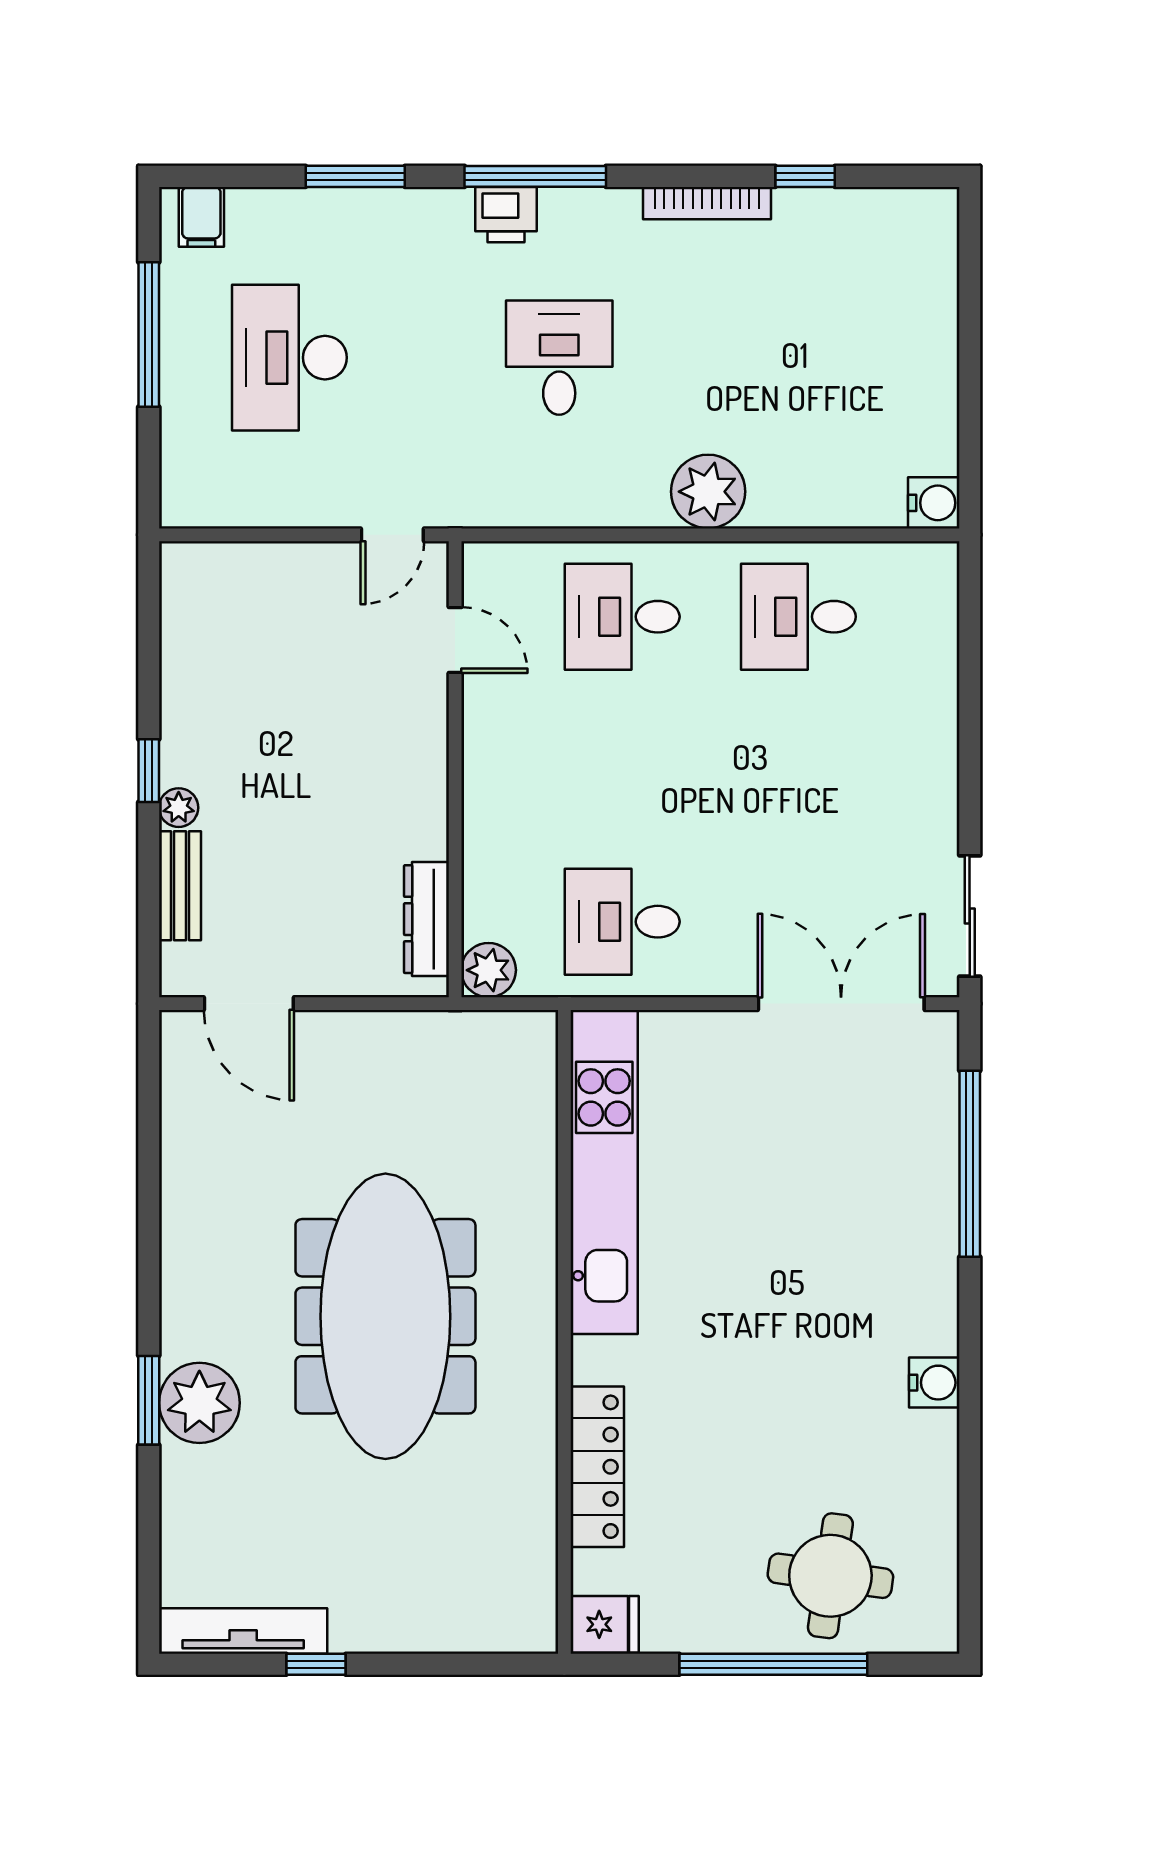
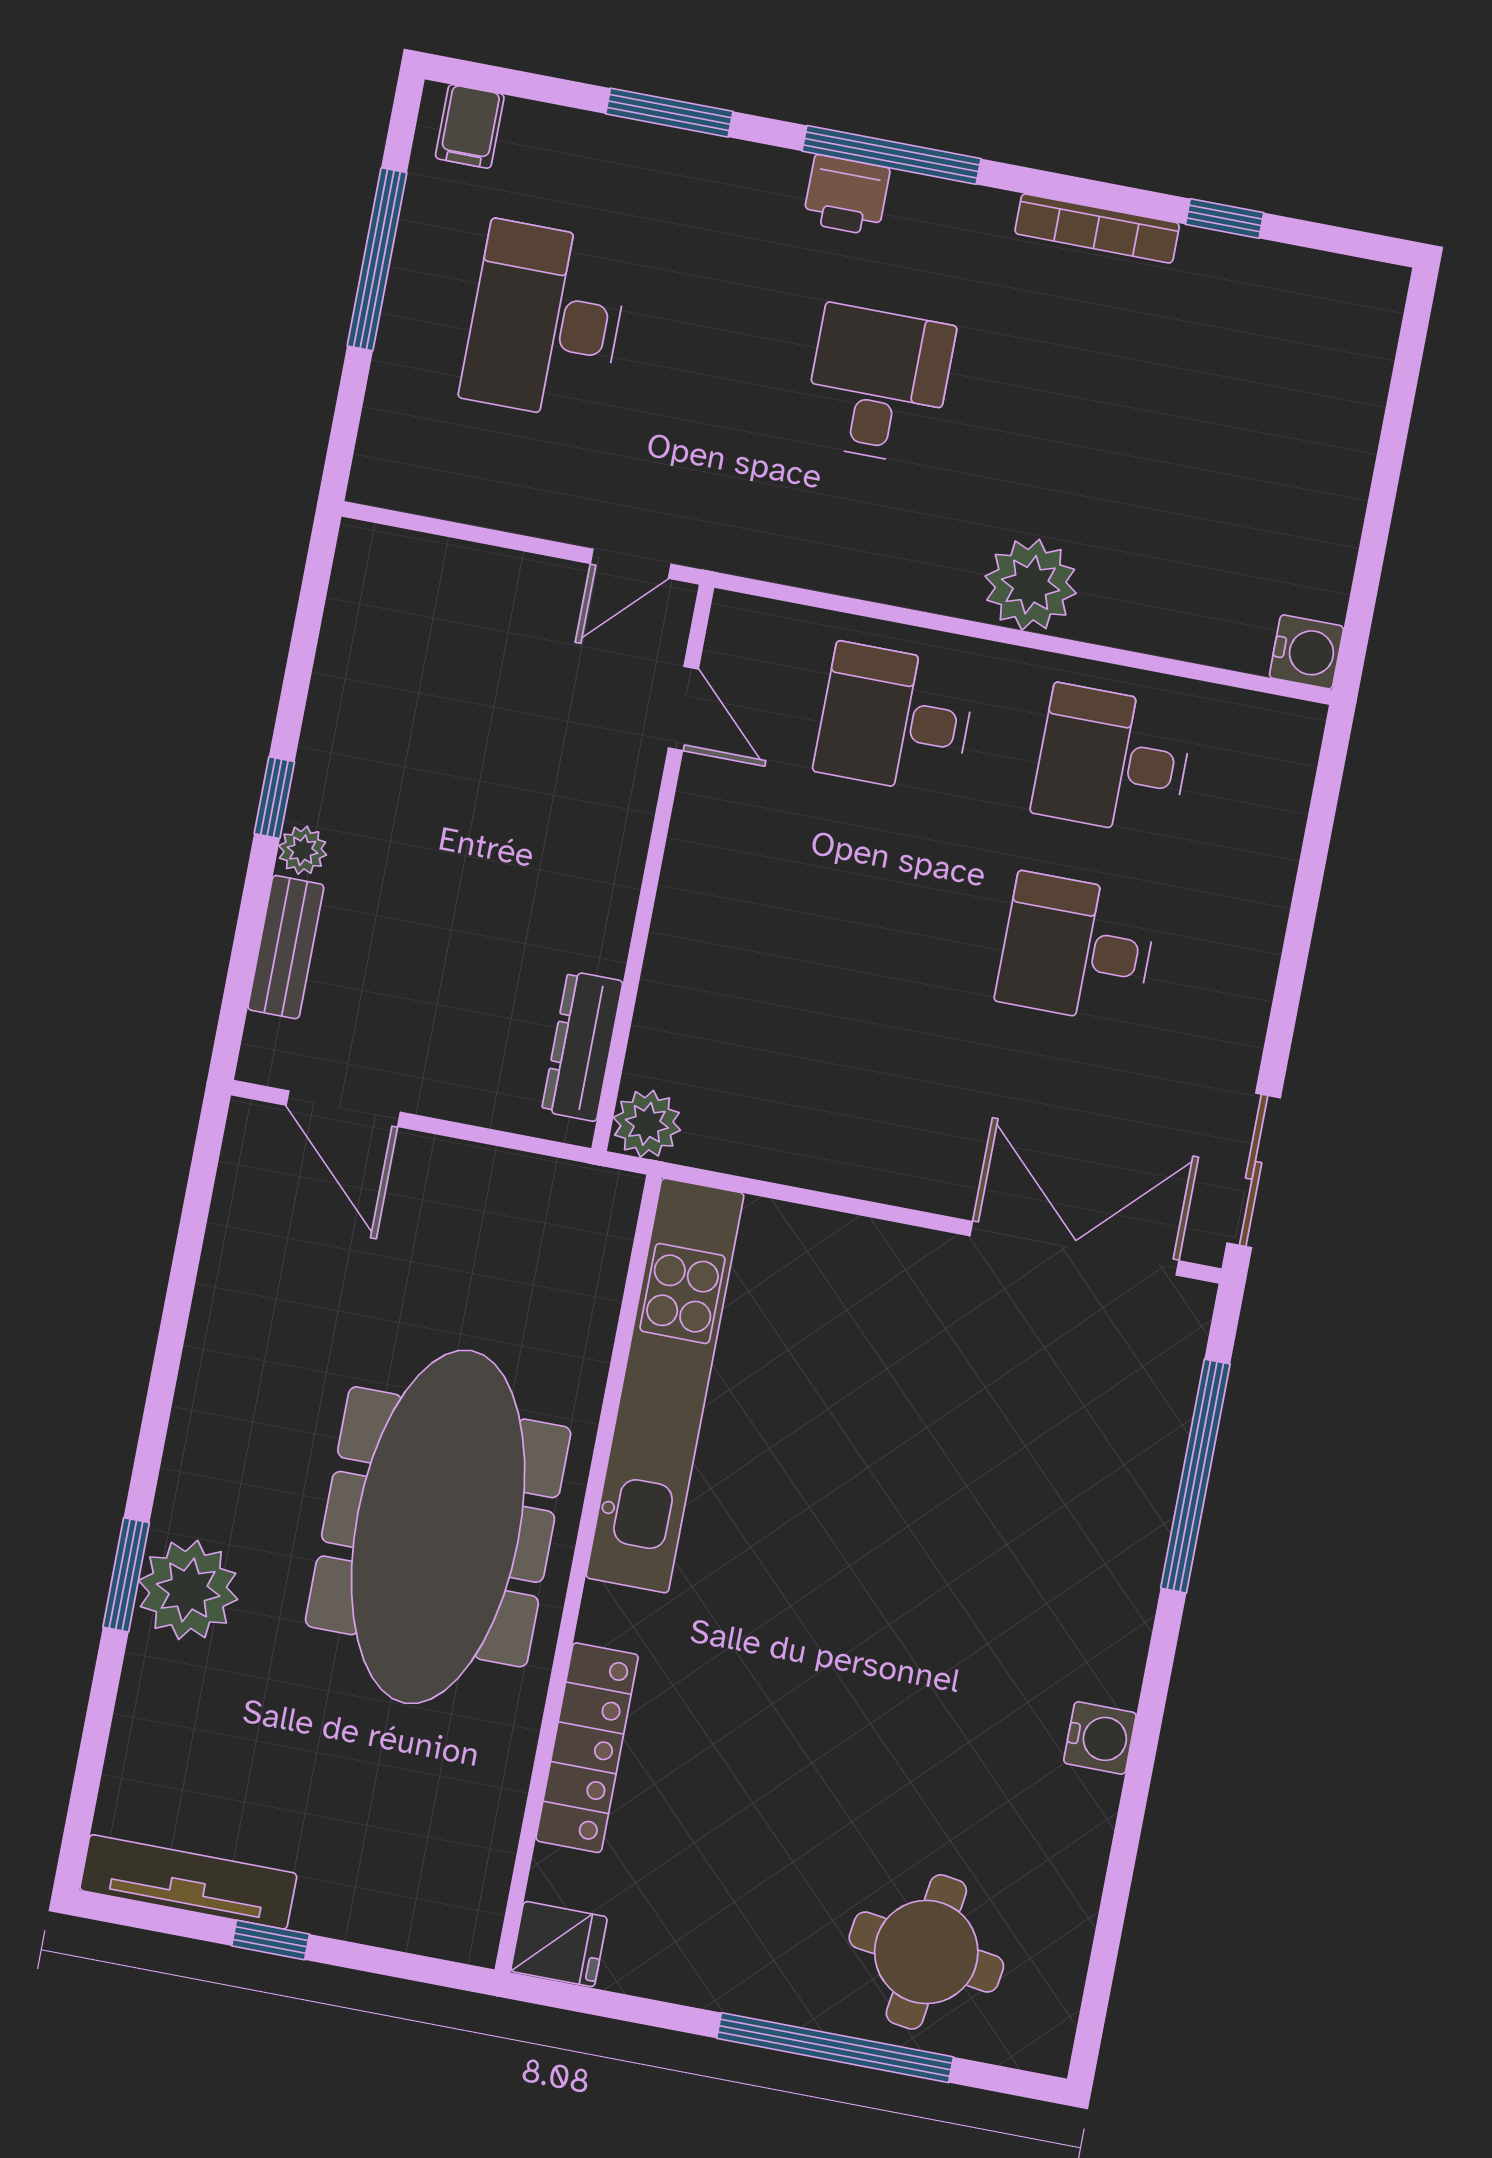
desk: (622, 922) -> (1077, 949), moved
kitchen unit: (604, 1172) -> (665, 1386), moved
wall: (564, 1332) -> (578, 1573), moved
locker: (597, 1467) -> (587, 1748), moved
fridge: (605, 1624) -> (559, 1944), moved

